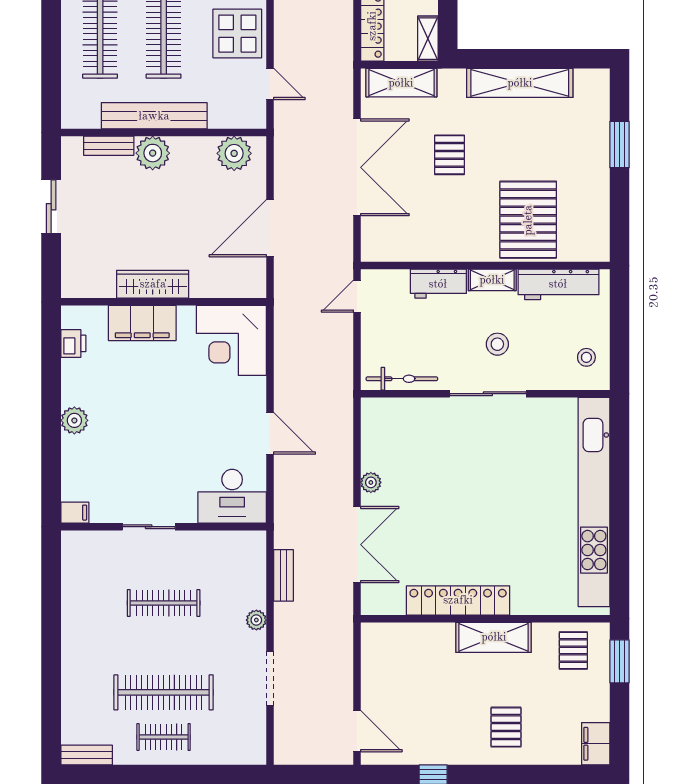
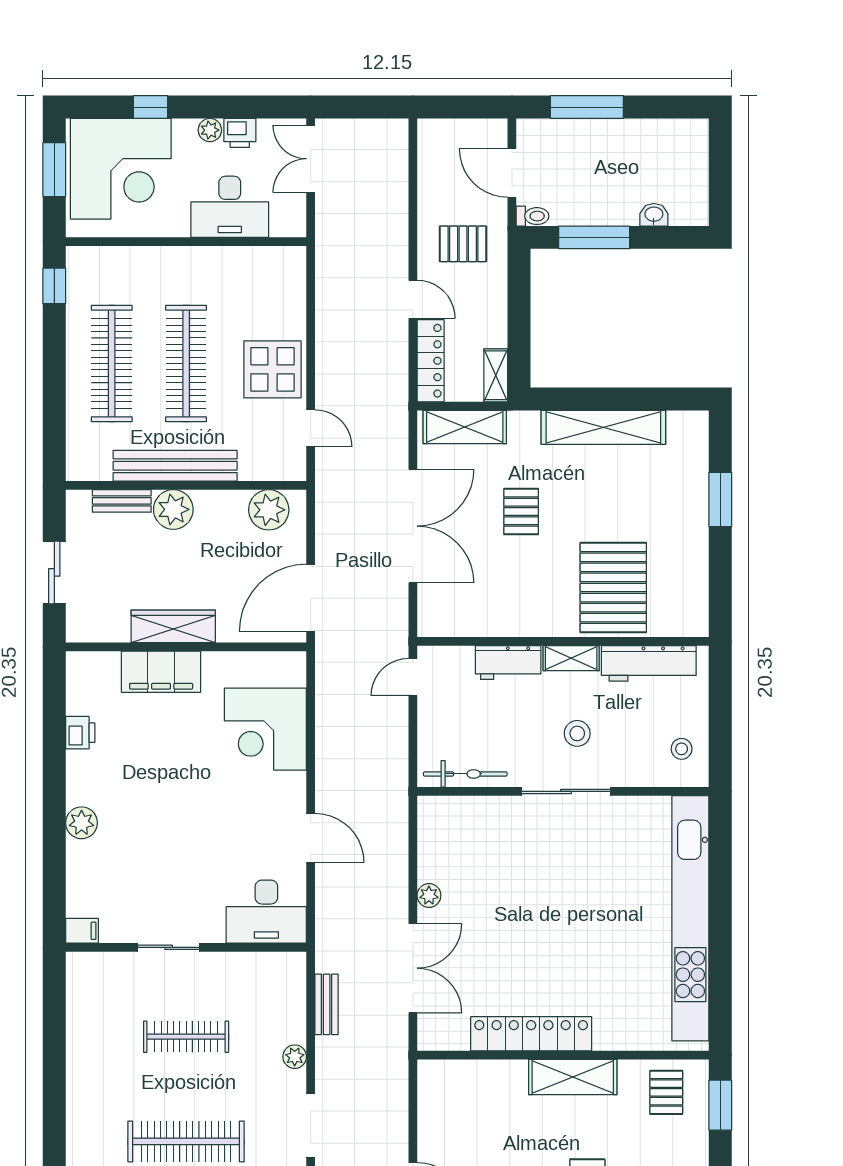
wardrobe: (153, 284) -> (173, 626), moved
wall: (164, 302) -> (186, 647), moved
filing cabinet: (142, 323) -> (161, 672), moved

